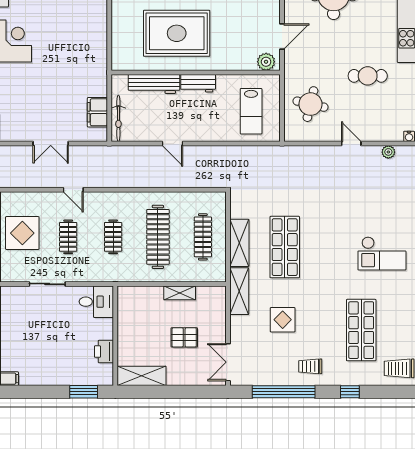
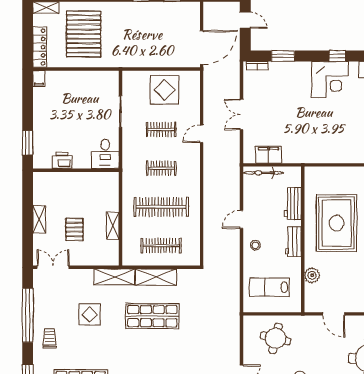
plant: (266, 62) -> (312, 275), moved
workbench: (154, 84) -> (293, 204), width x0.73
stool: (202, 128) -> (255, 245), added
shelving: (142, 376) -> (39, 219), moved, width x0.67, depth x0.75

